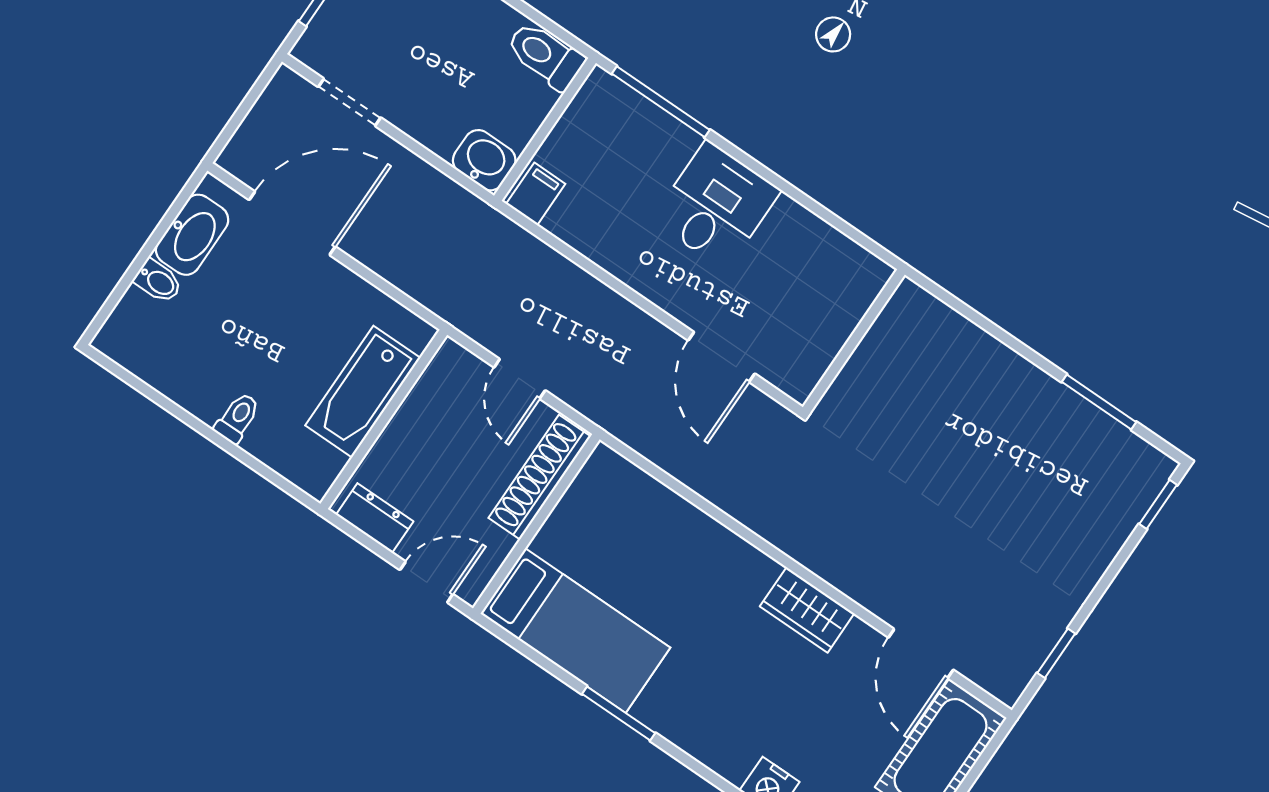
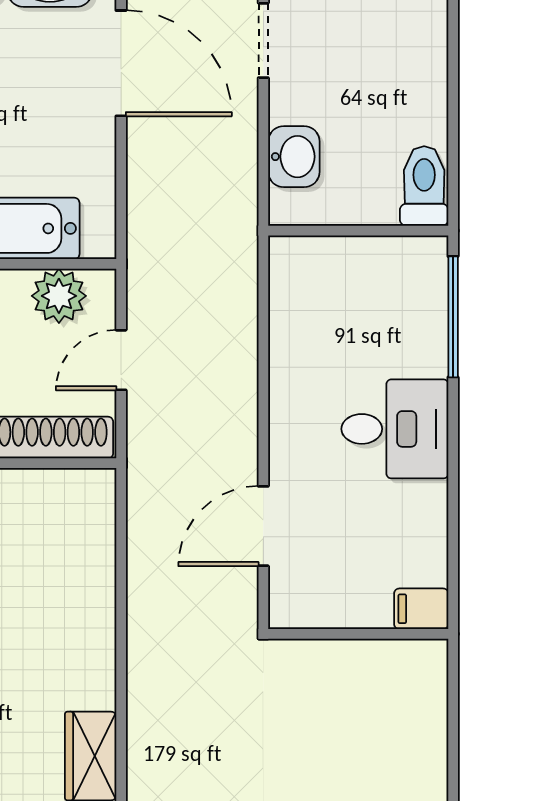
washbasin: (484, 160) -> (294, 157), moved
filing cabinet: (536, 194) -> (421, 609), moved, turned 180
plant: (438, 393) -> (59, 296), added

